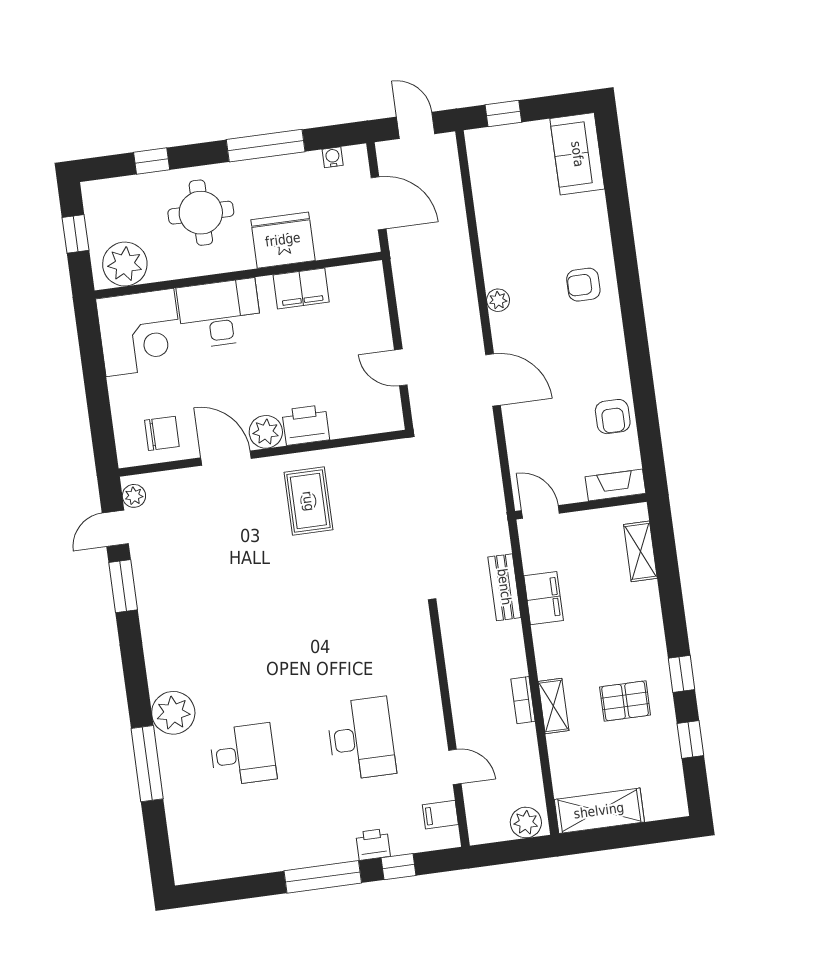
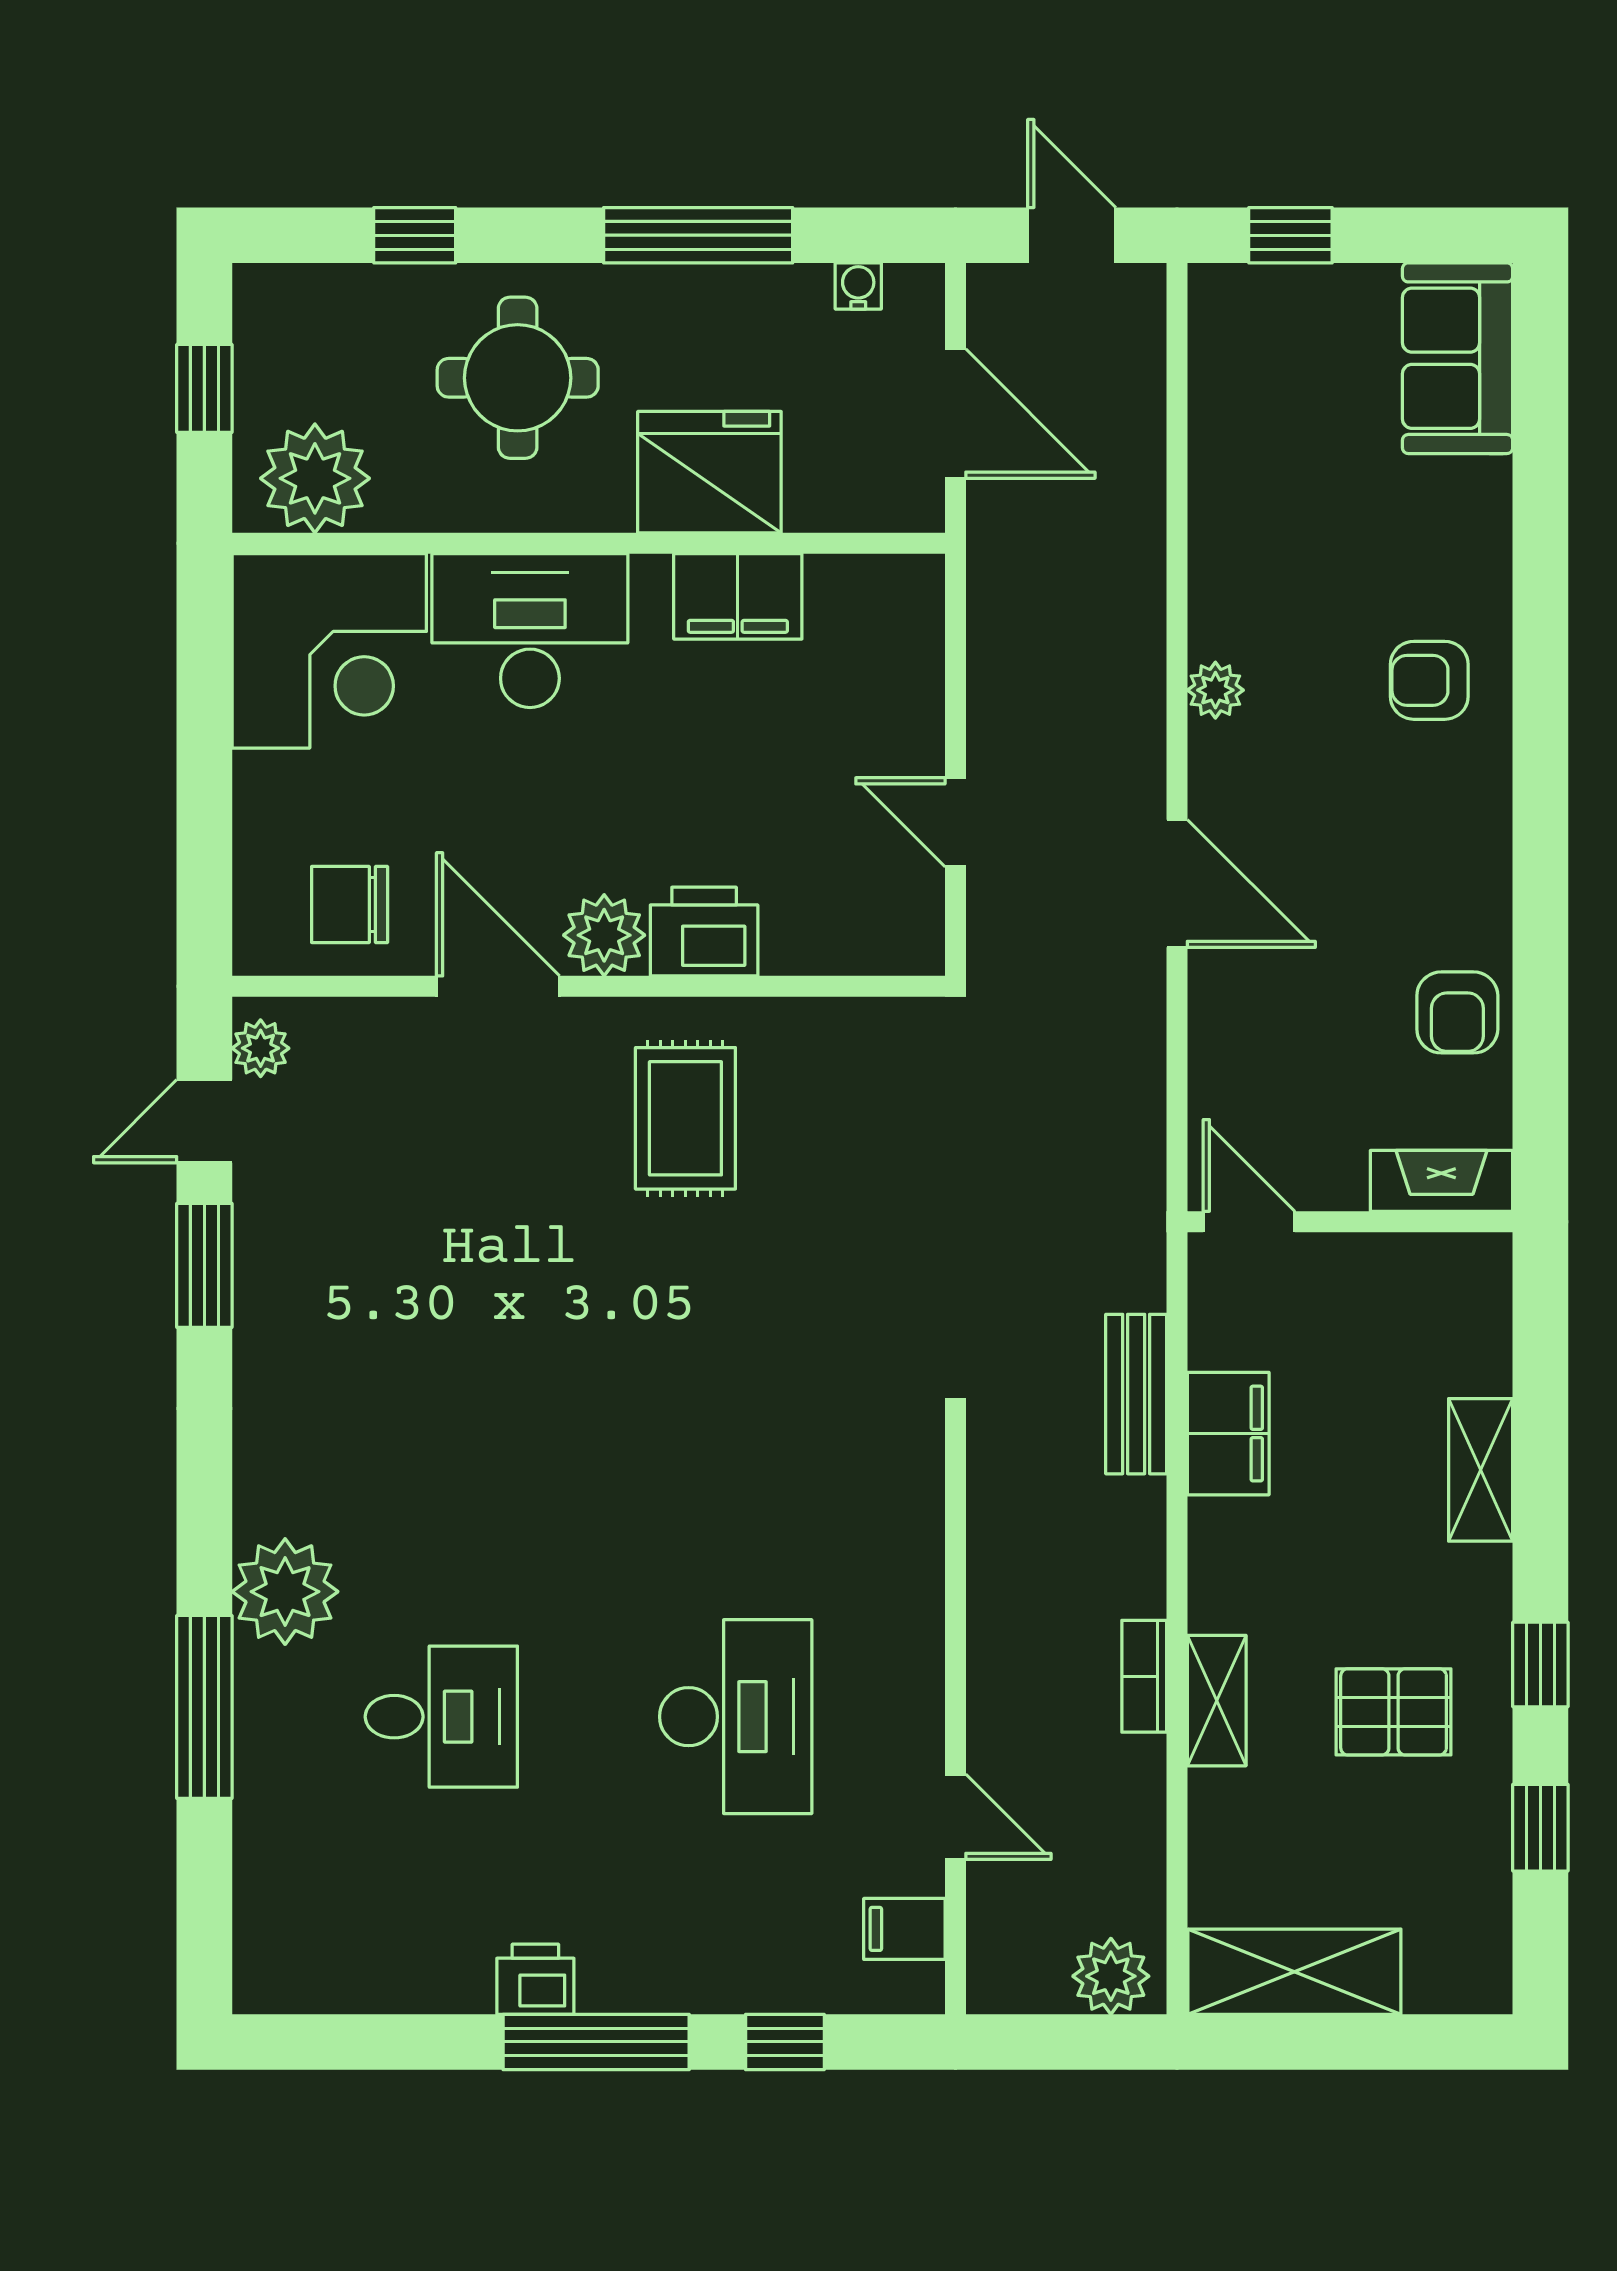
chair: (162, 433) -> (350, 905), turned 180
shelving: (640, 551) -> (1481, 1470), moved
printer: (373, 844) -> (535, 1979), moved

